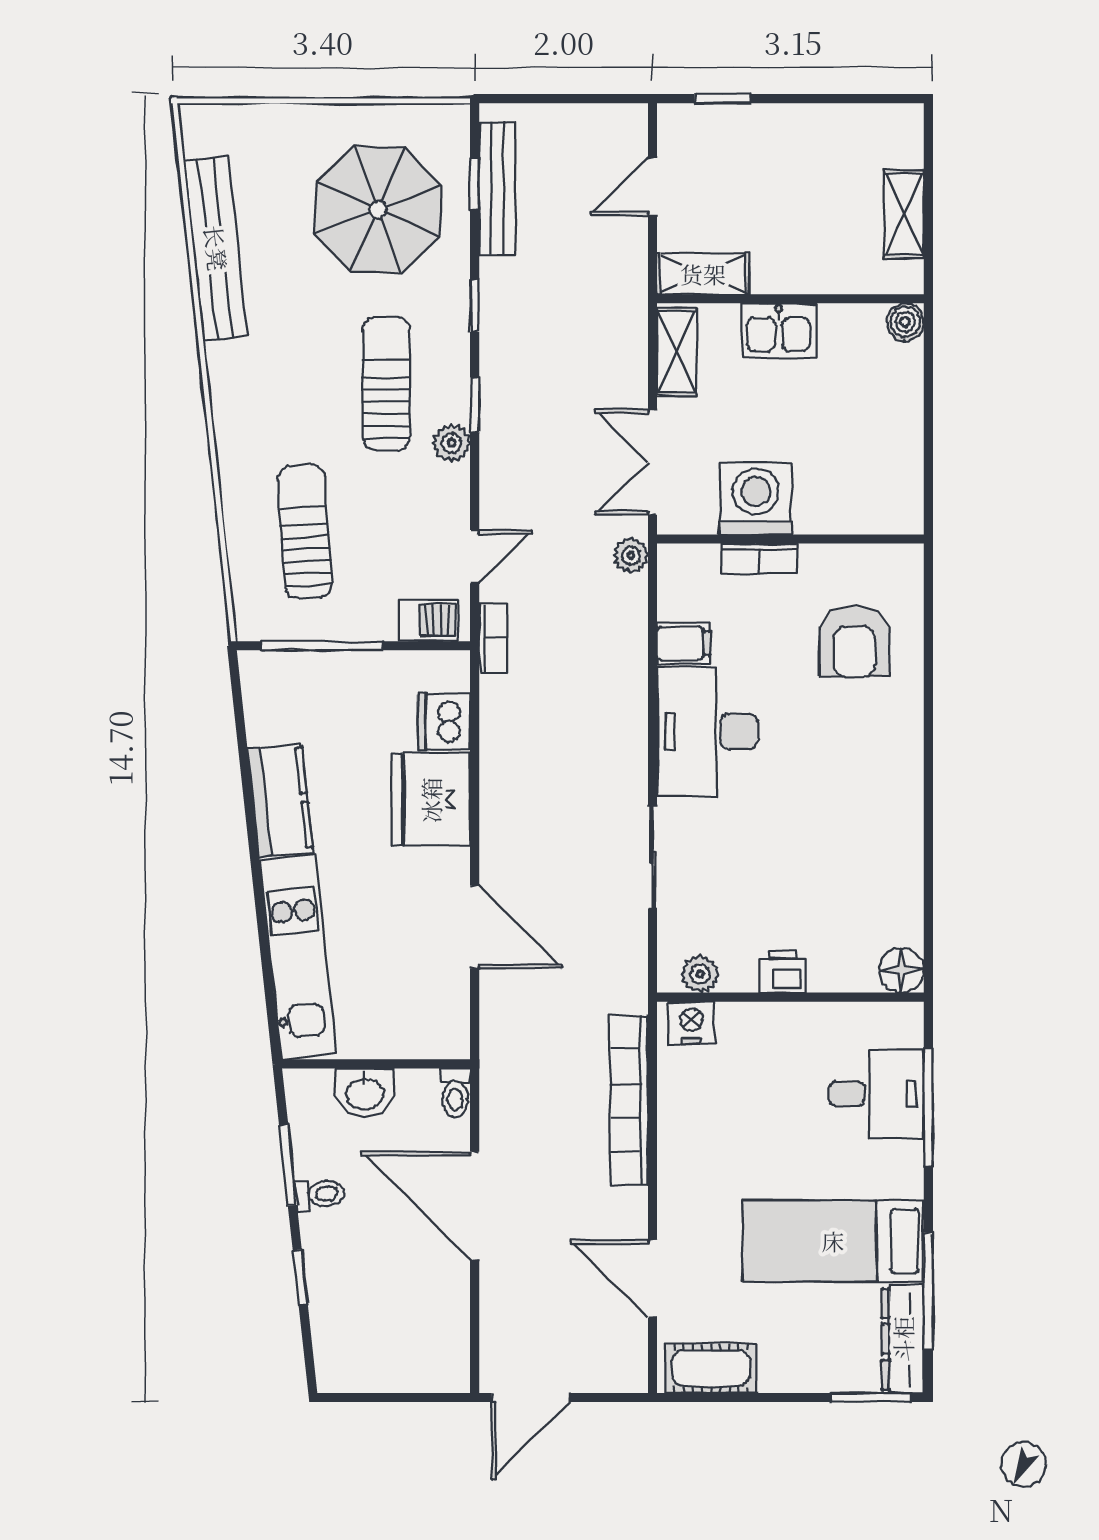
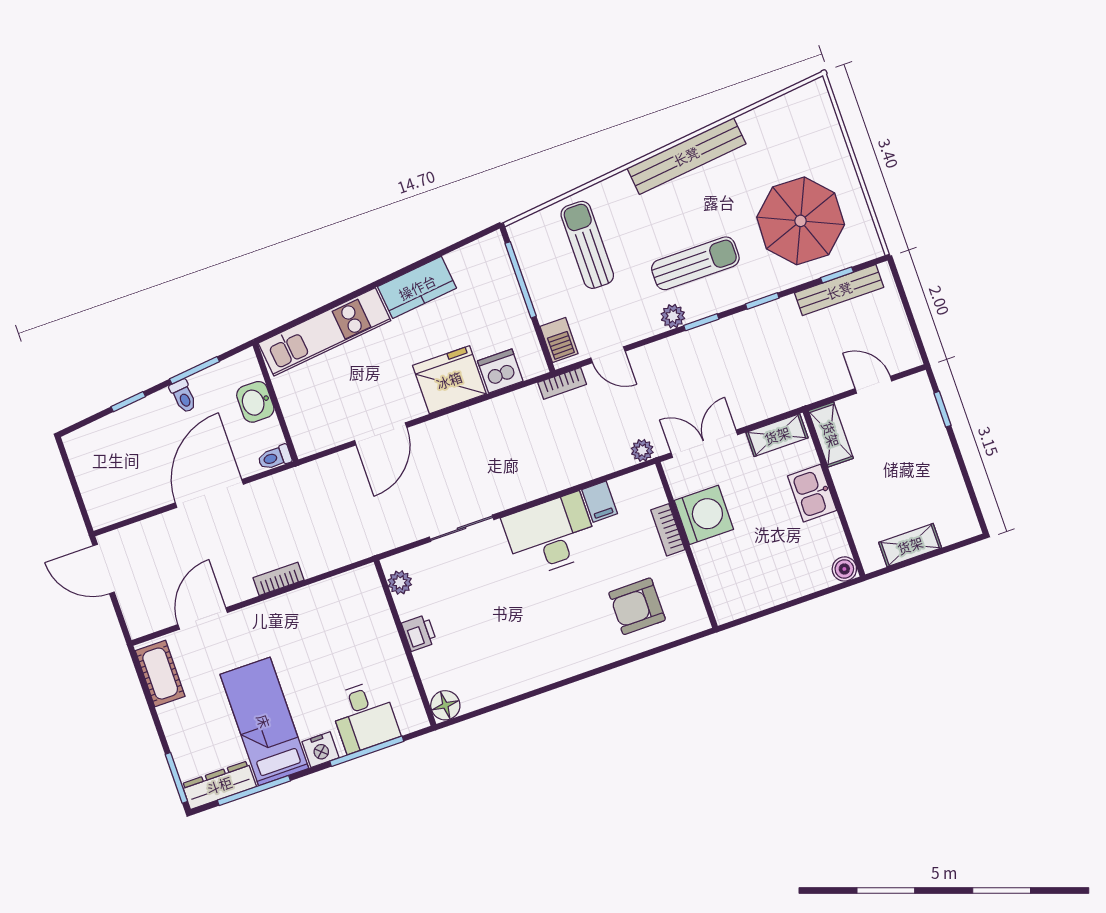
bench: (216, 248) -> (686, 156), moved
sun lounger: (305, 531) -> (587, 245), turned -86
nightstand: (691, 1023) -> (321, 750), moved, turned 90
bookcase: (629, 1101) -> (278, 579), width x0.43, depth x0.76

